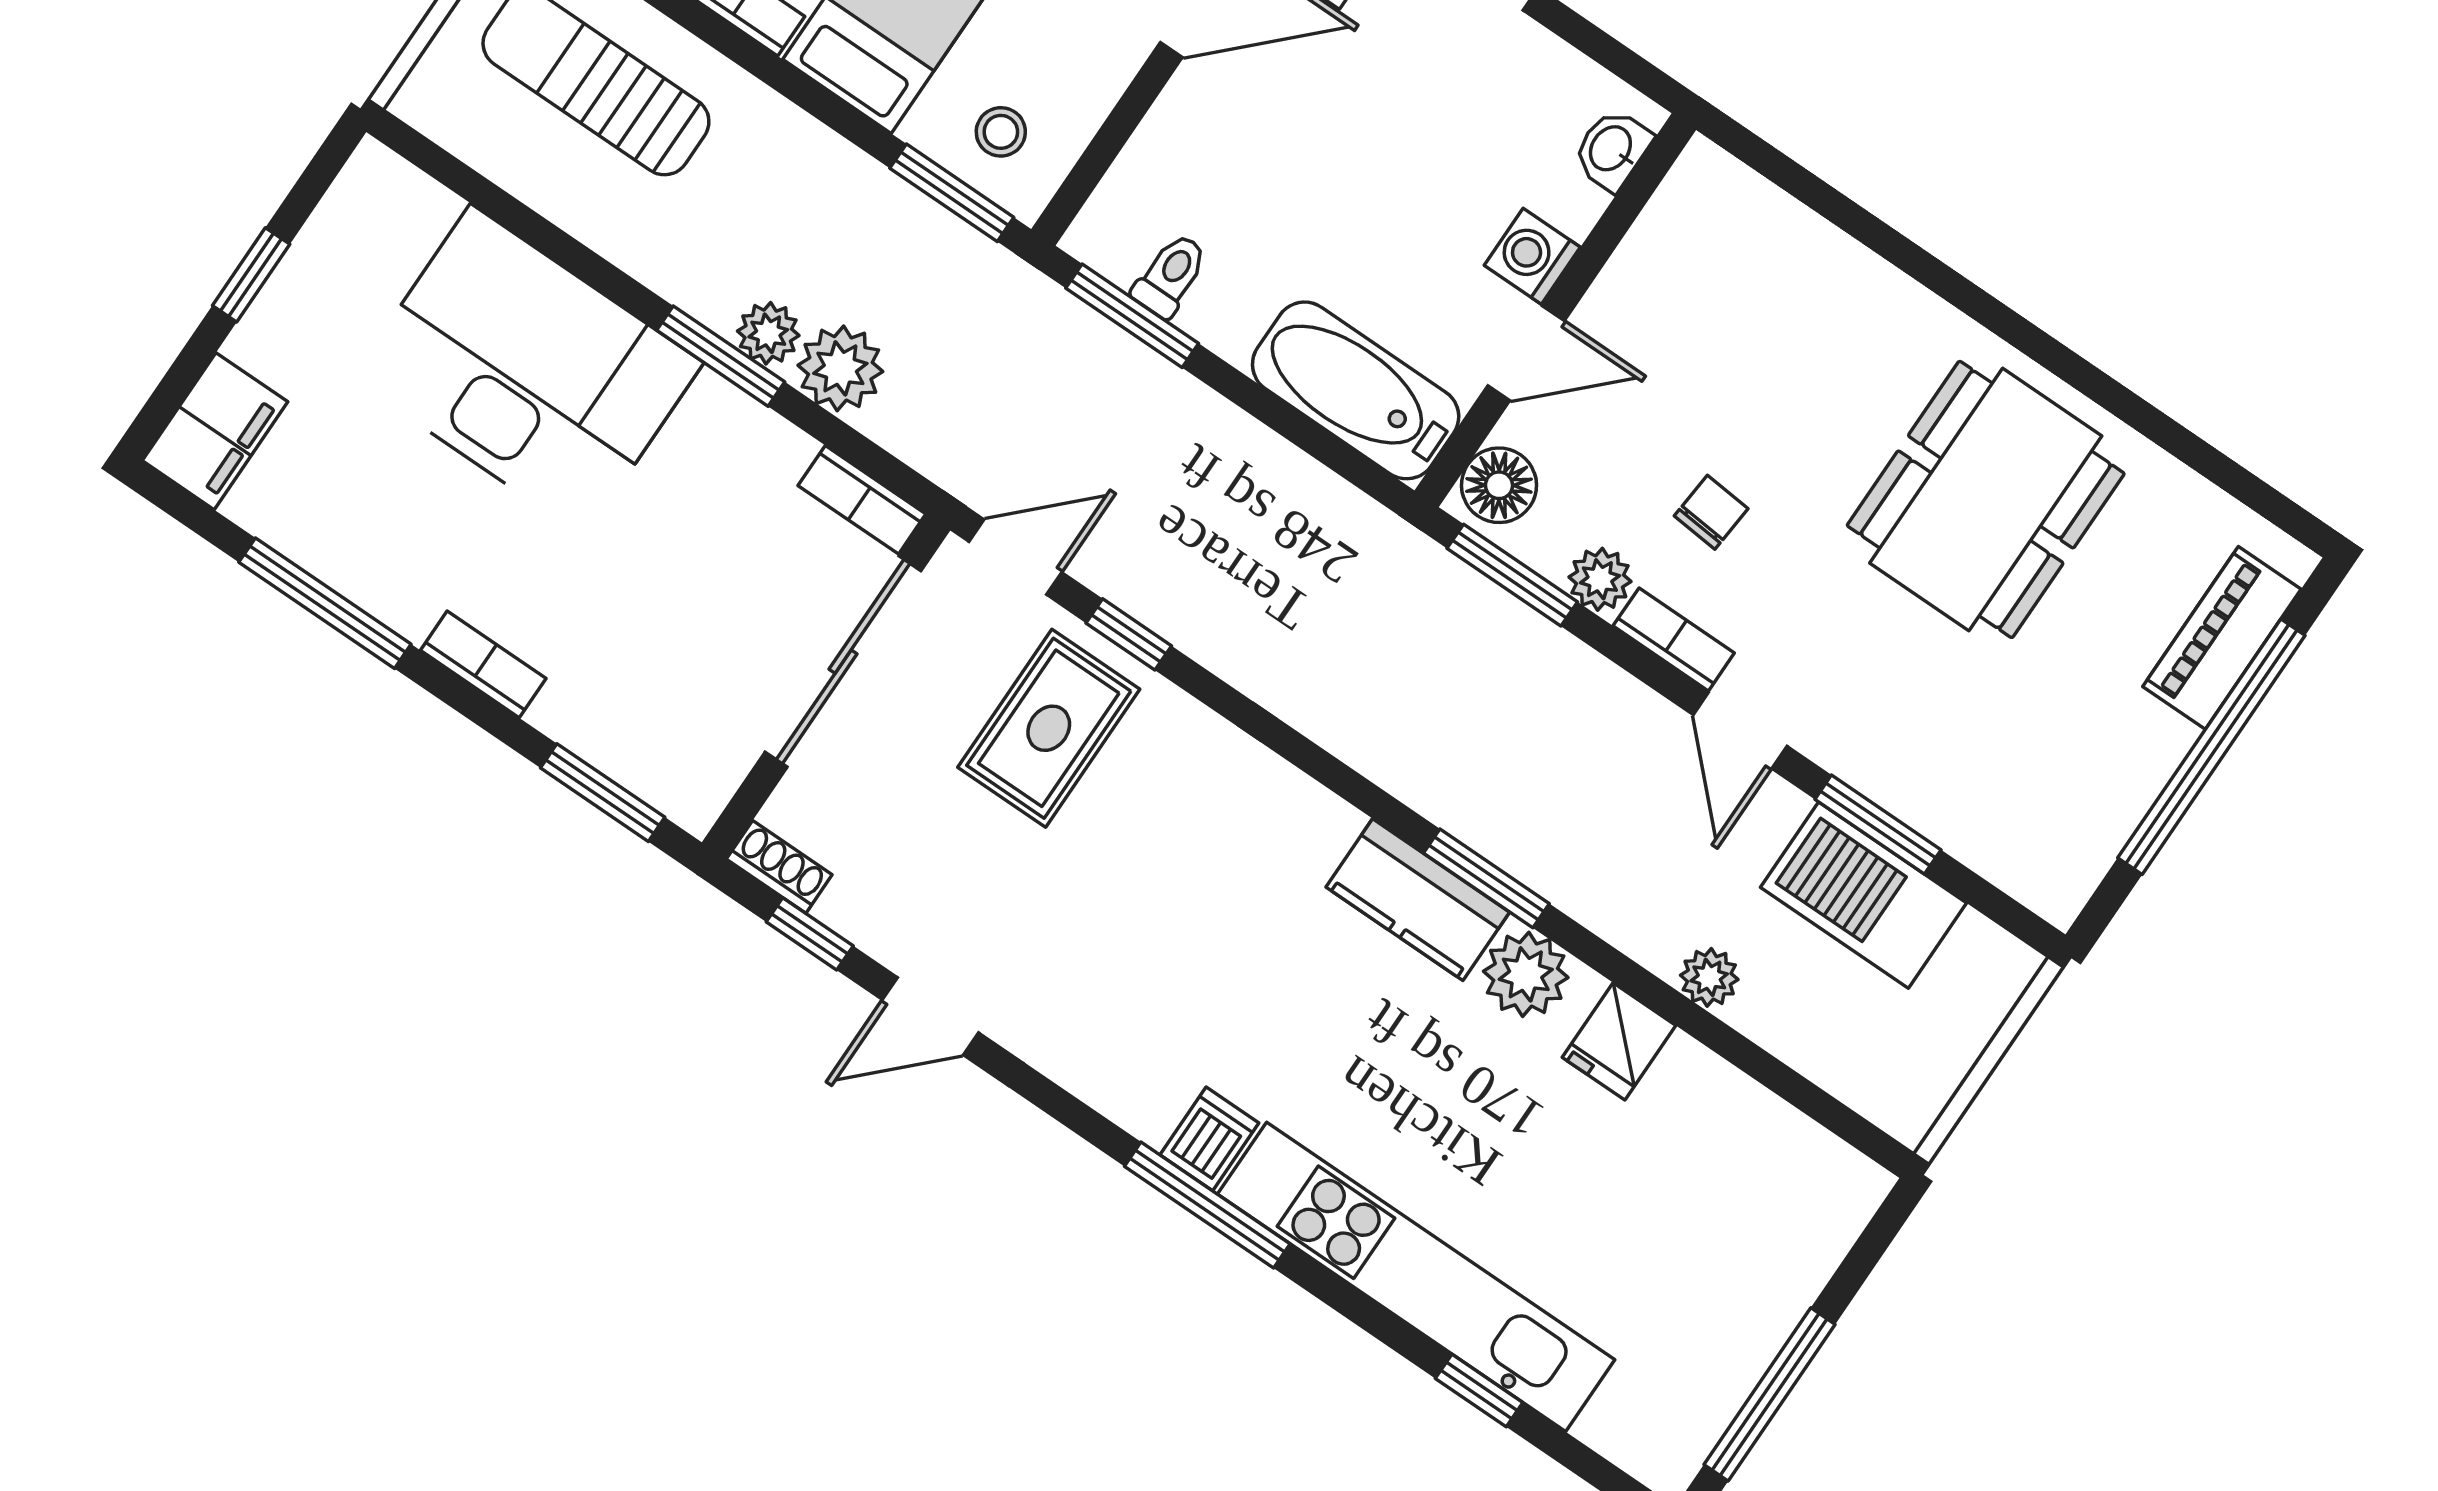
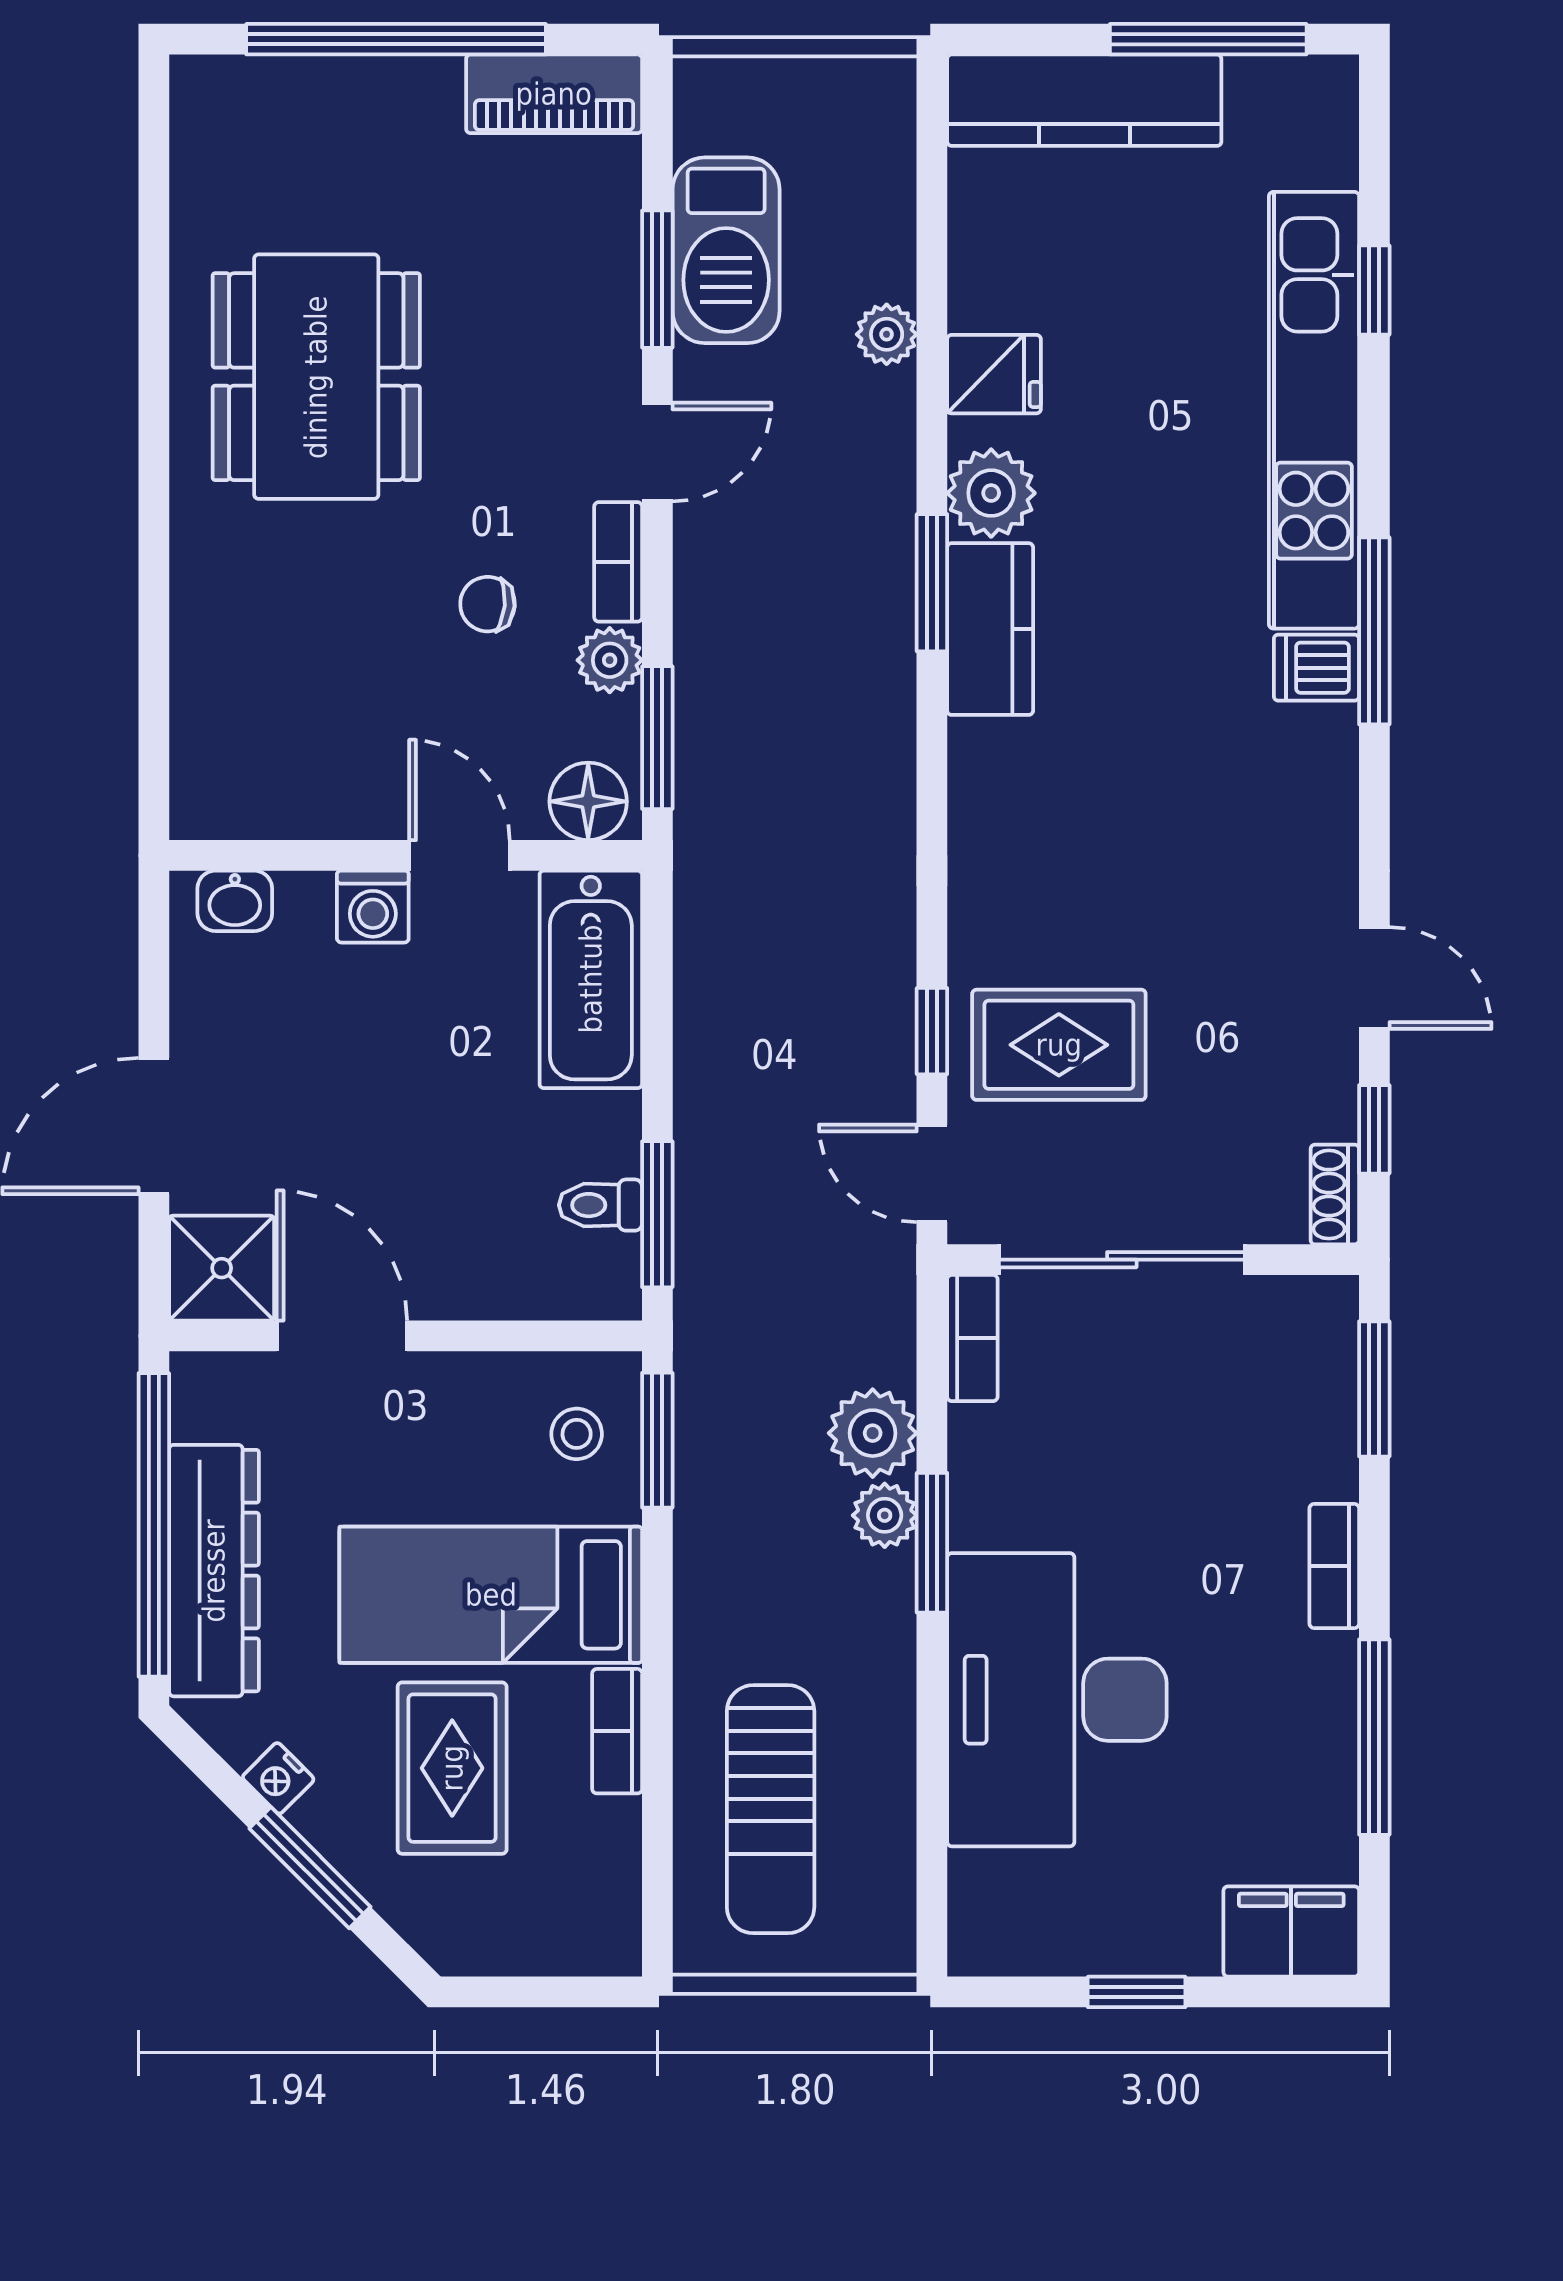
dining table: (1986, 499) -> (316, 377), turned 90
piano: (2222, 638) -> (554, 94), moved
kitchen counter: (1788, 1262) -> (1084, 100), added

